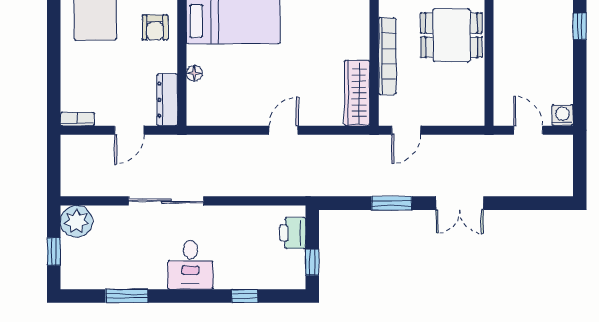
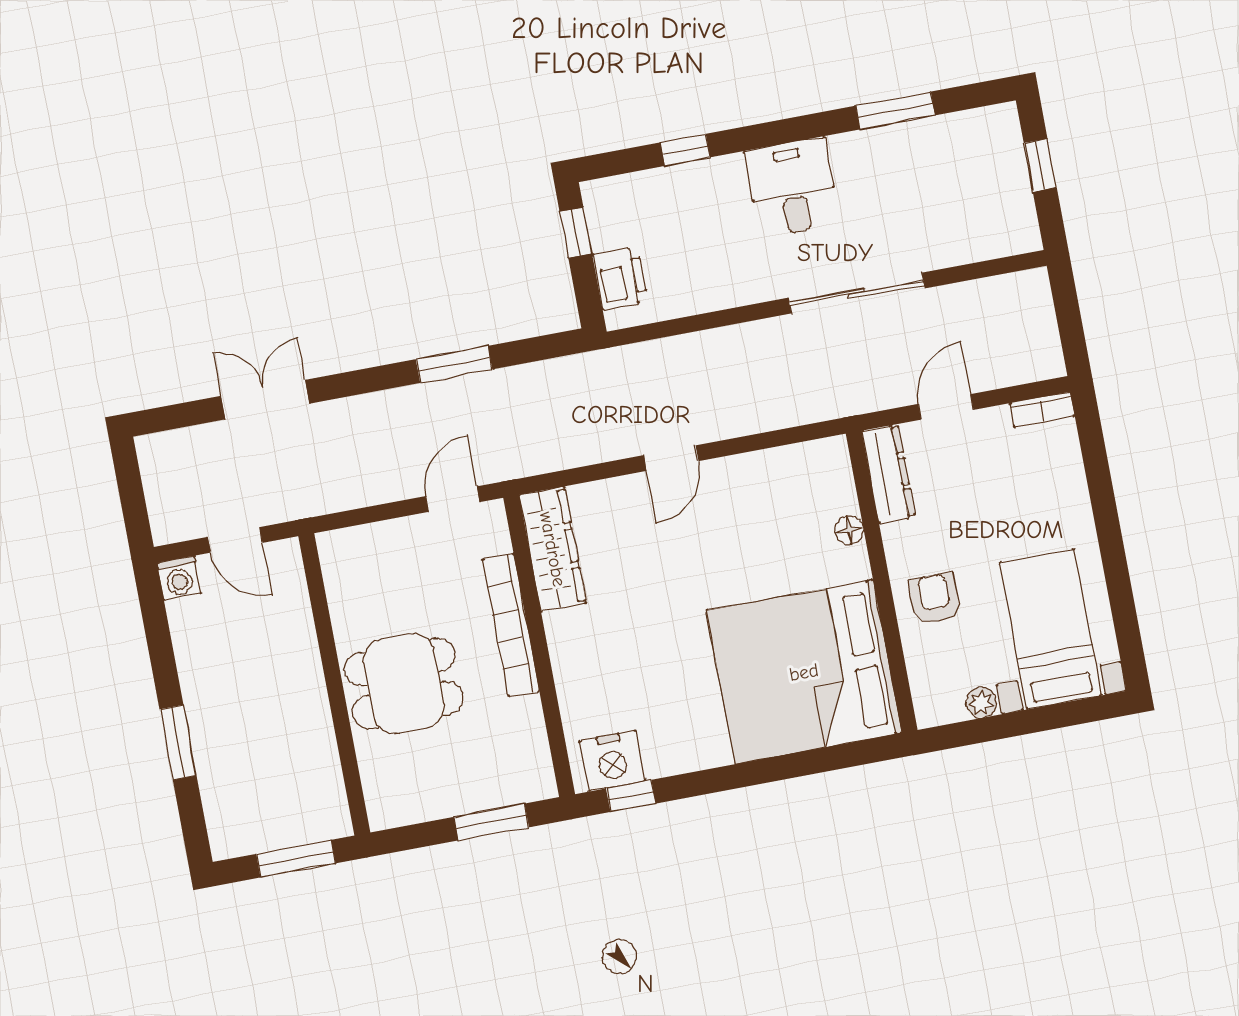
window: (580, 26) -> (178, 742), width x1.50
double door: (460, 203) -> (265, 400), moved
plant: (76, 221) -> (1010, 227), removed

